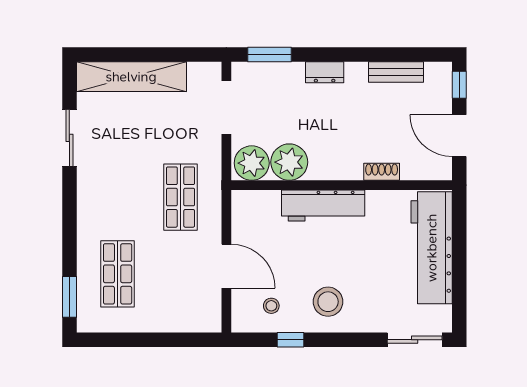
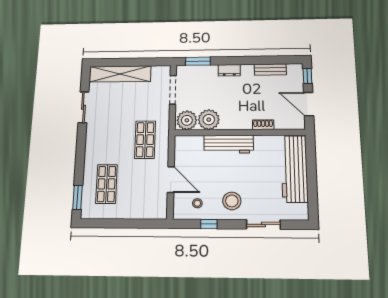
sliding door: (415, 340) -> (263, 224), moved

